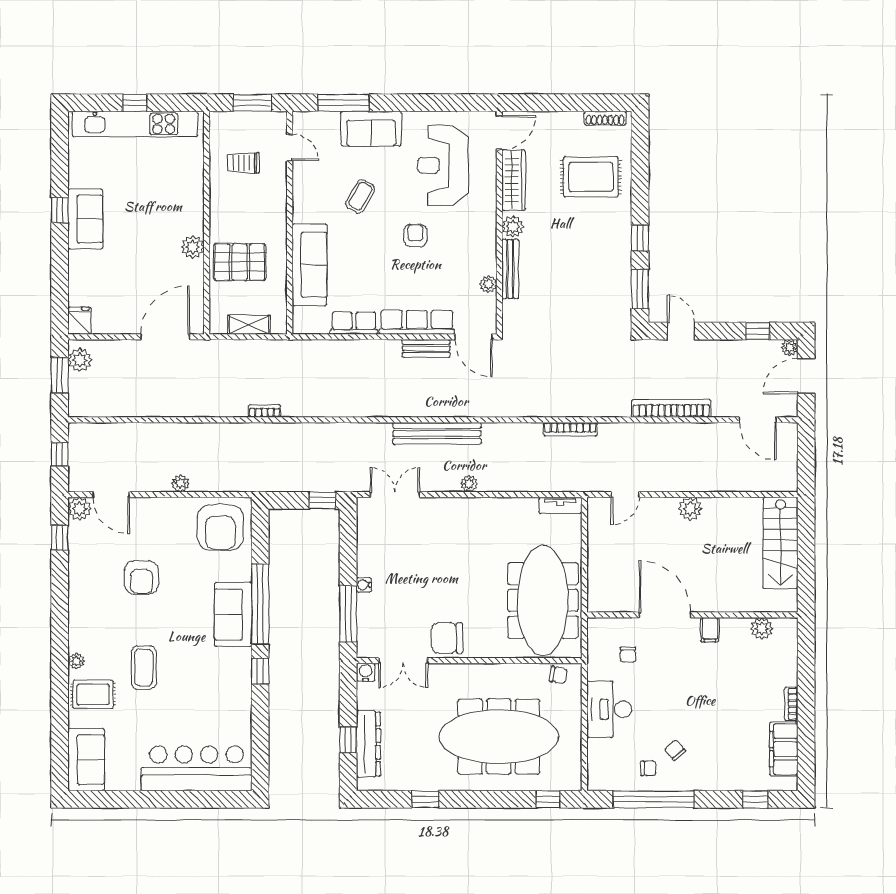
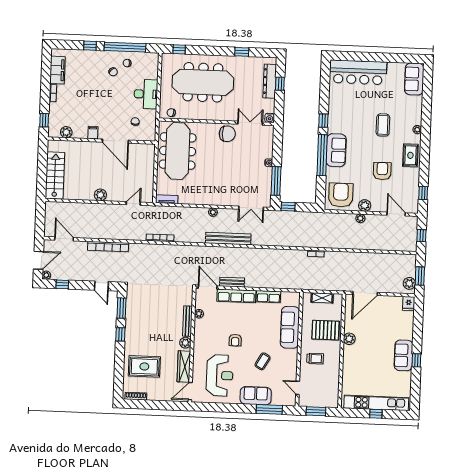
trolley: (243, 163) -> (315, 359), moved
plant: (80, 509) -> (365, 205), moved
window: (348, 614) -> (276, 181), moved
window: (806, 650) -> (44, 120), added
rug: (93, 694) -> (410, 155), moved, turned 90
window: (755, 799) -> (90, 46), moved

